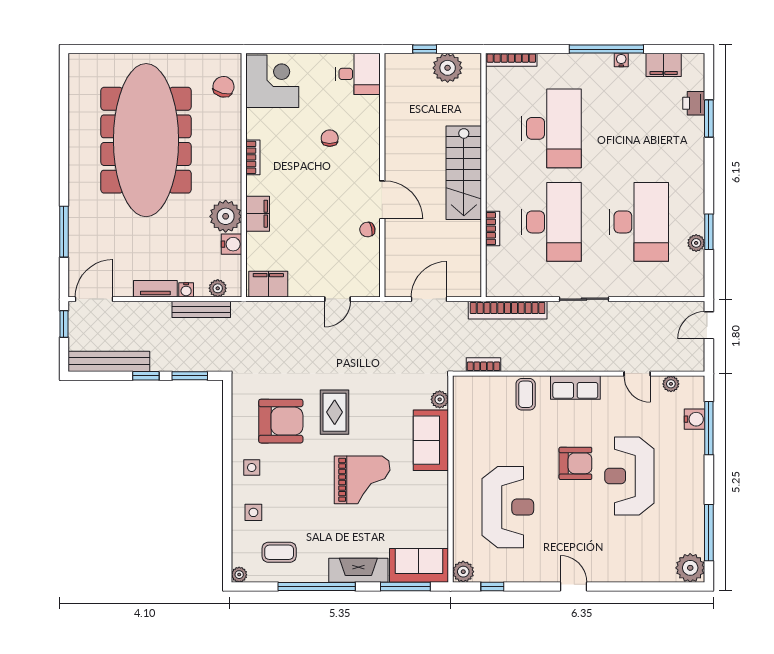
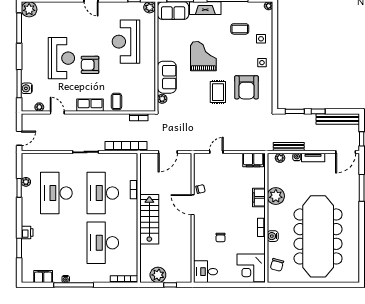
printer: (694, 103) -> (27, 233), moved
water cooler: (231, 244) -> (273, 236), moved
armchair: (281, 421) -> (246, 87), turned -90
grand piano: (362, 480) -> (203, 56), turned 90
coffee table: (279, 552) -> (240, 29), moved

